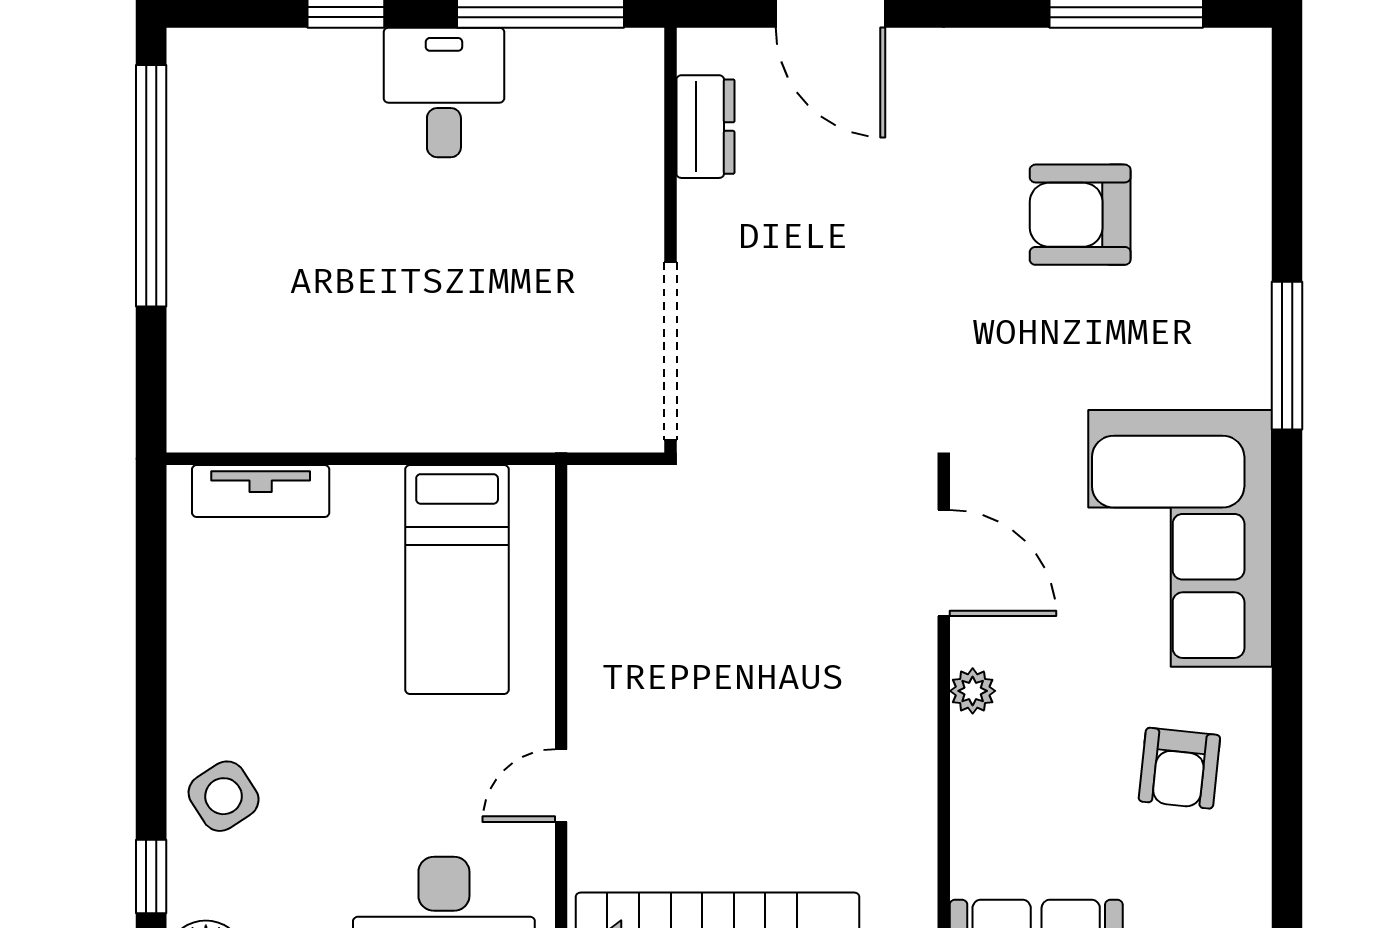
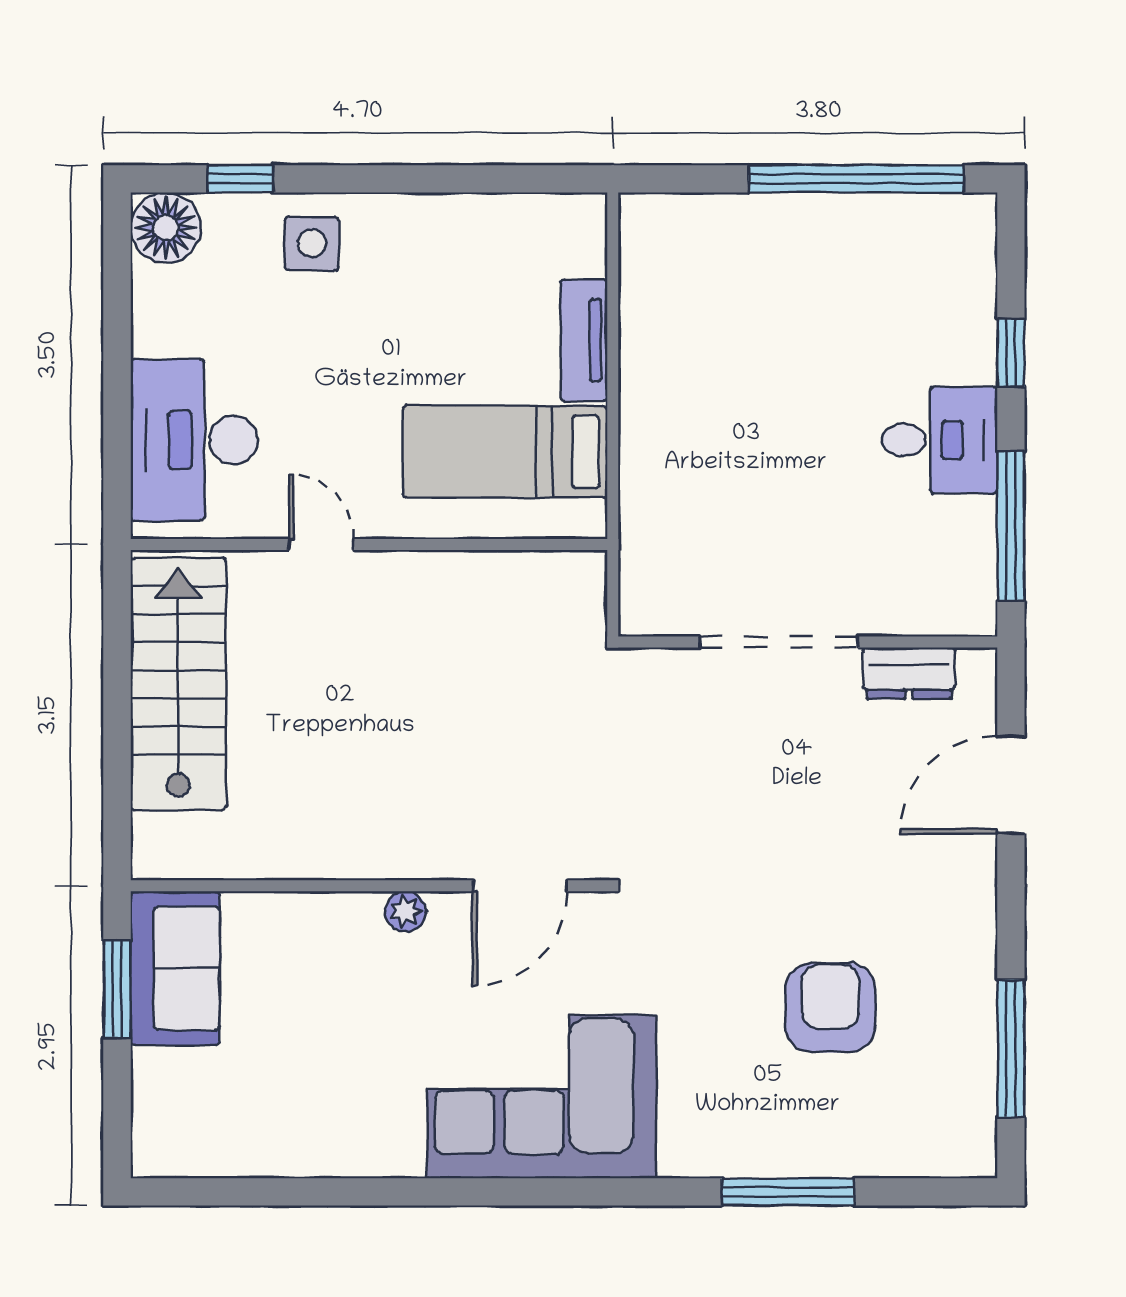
doorway: (670, 351) -> (779, 642), moved
window: (1287, 356) -> (788, 1192), moved
tv unit: (261, 491) -> (584, 340), moved
armchair: (1179, 768) -> (337, 1096), removed
side table: (224, 796) -> (312, 243), turned 33

